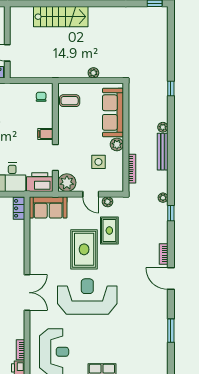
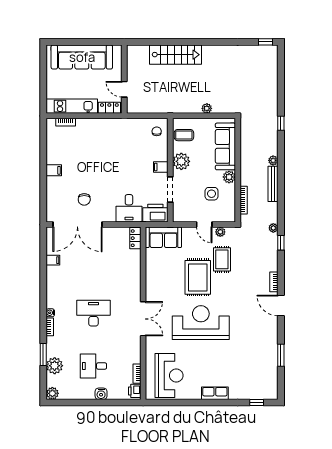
plant: (67, 183) -> (181, 161), moved

